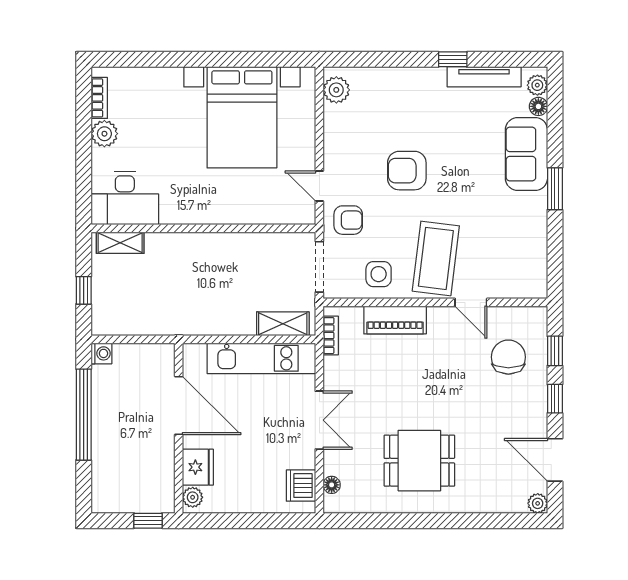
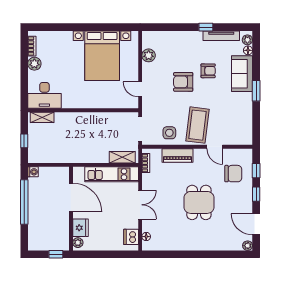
plant: (336, 90) -> (149, 55), moved
armchair: (348, 220) -> (208, 71), moved
chair: (508, 357) -> (233, 174), turned 90
dining table: (419, 461) -> (199, 202), moved, turned 90

